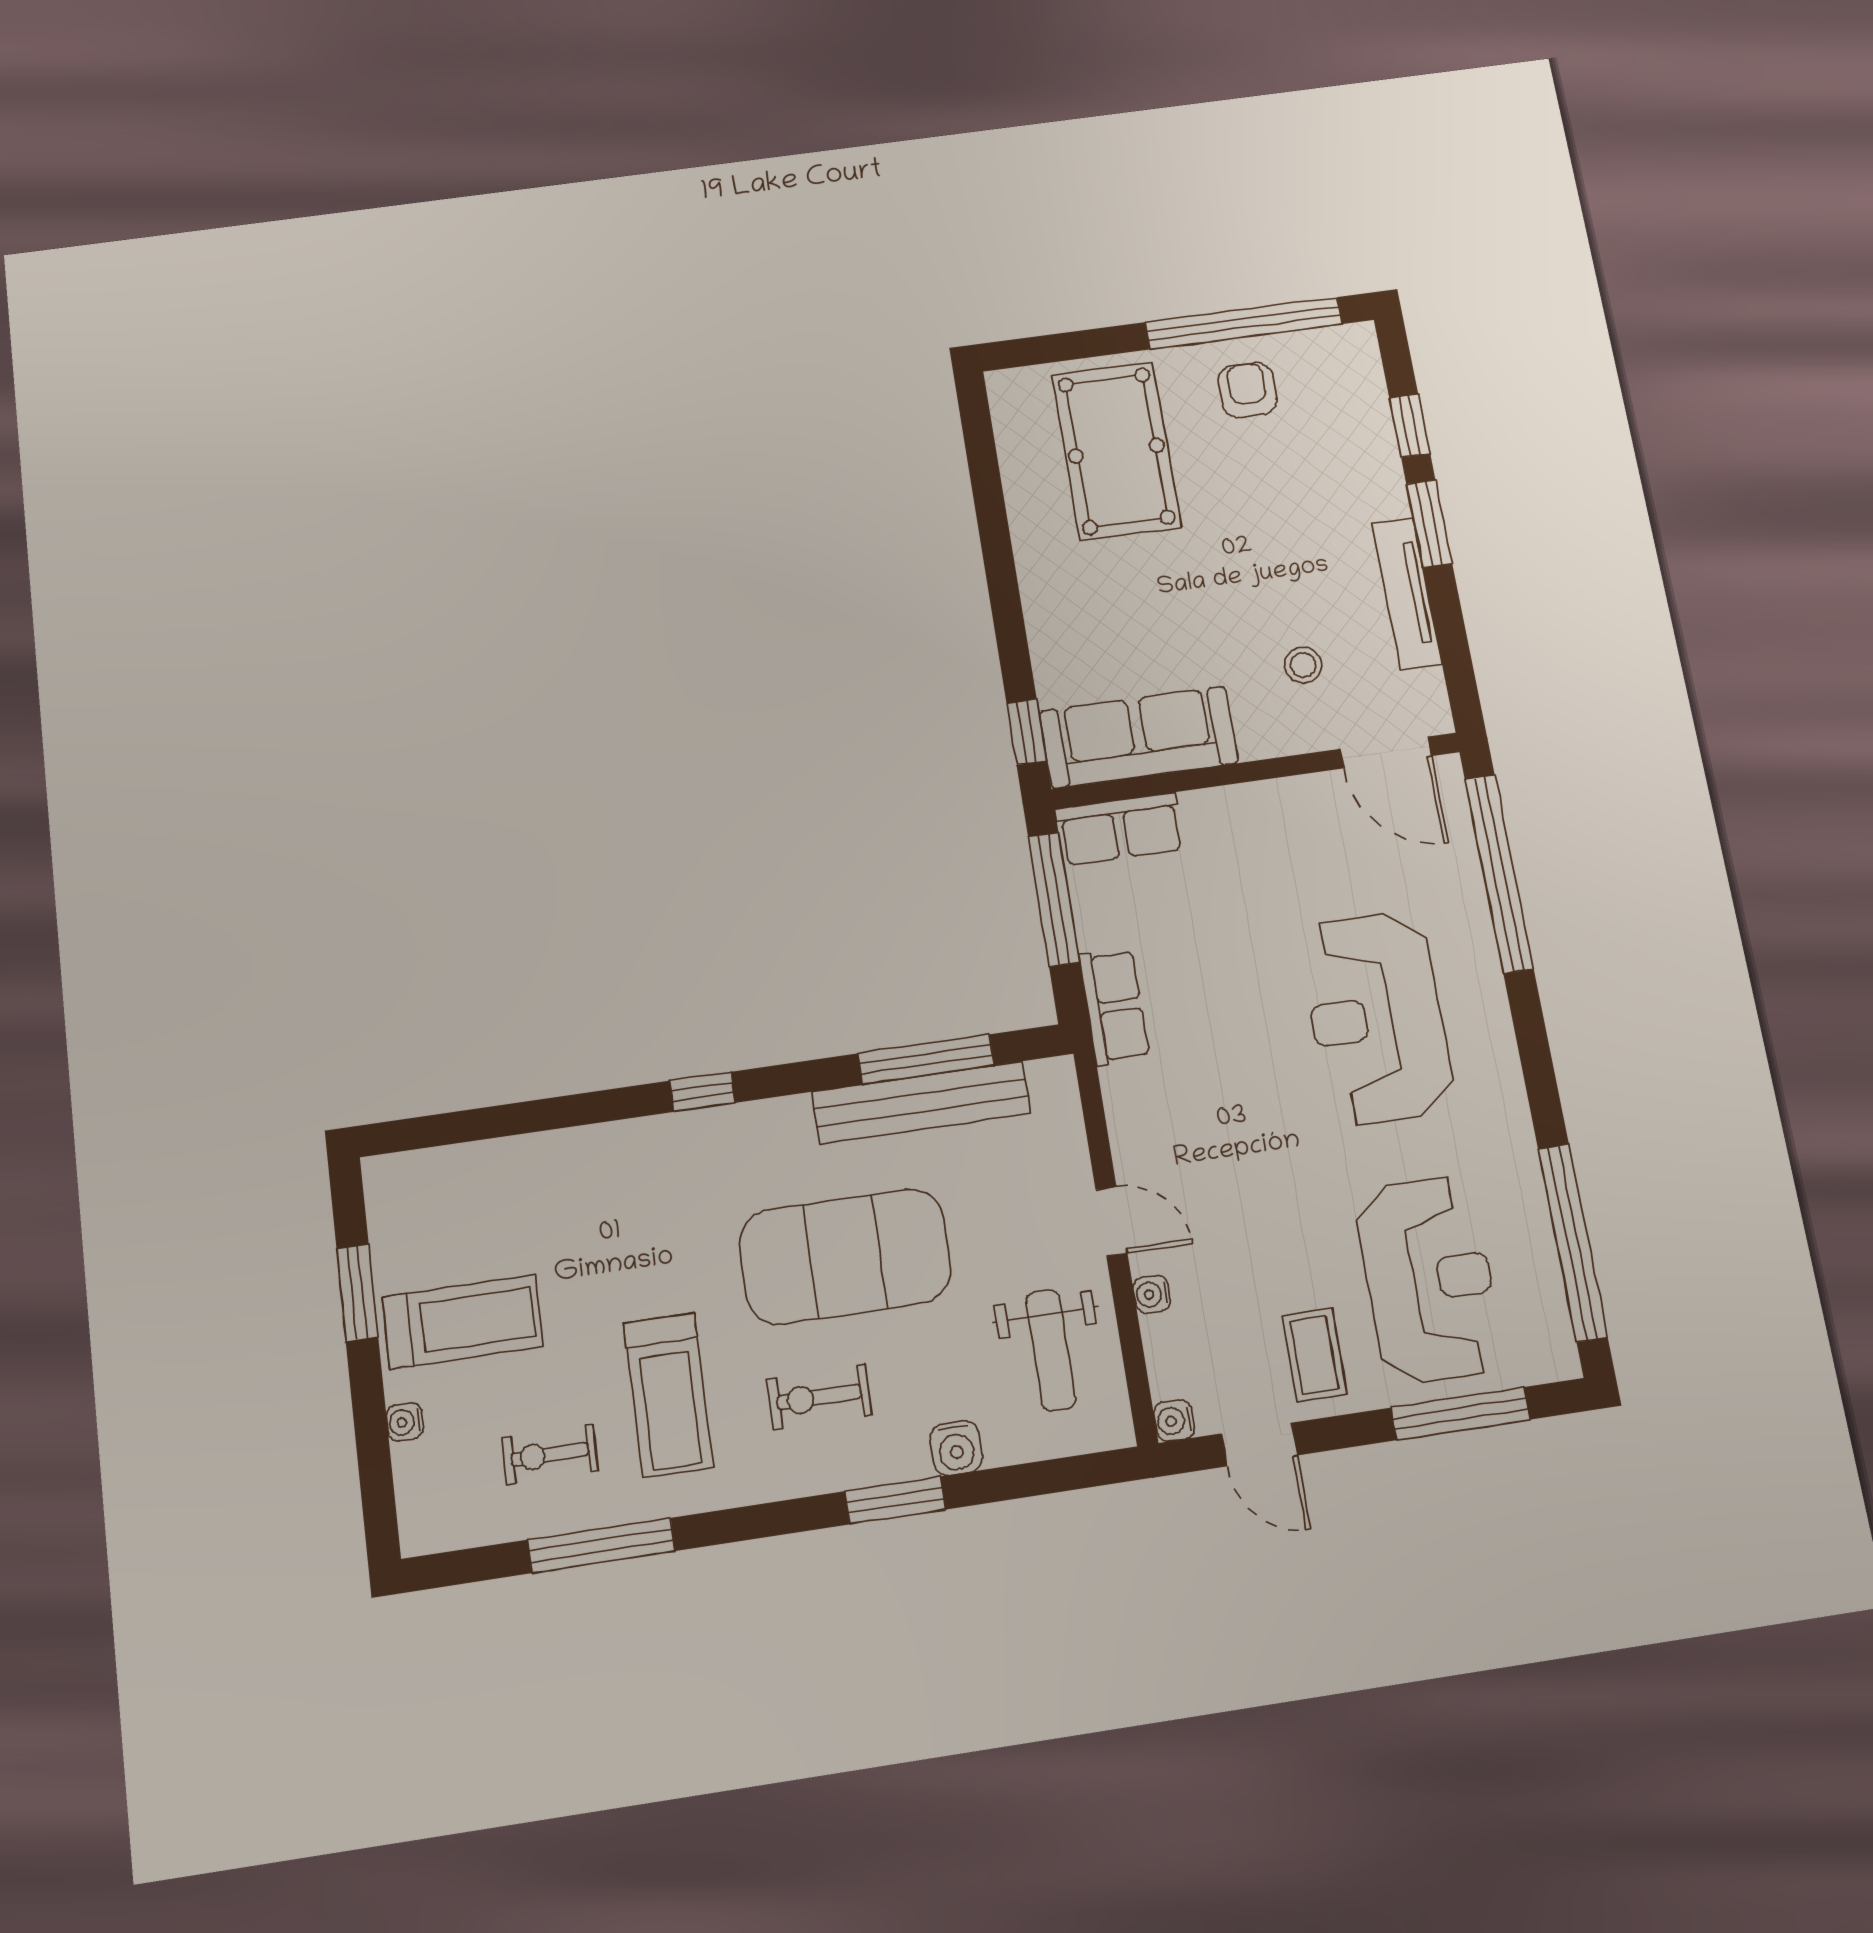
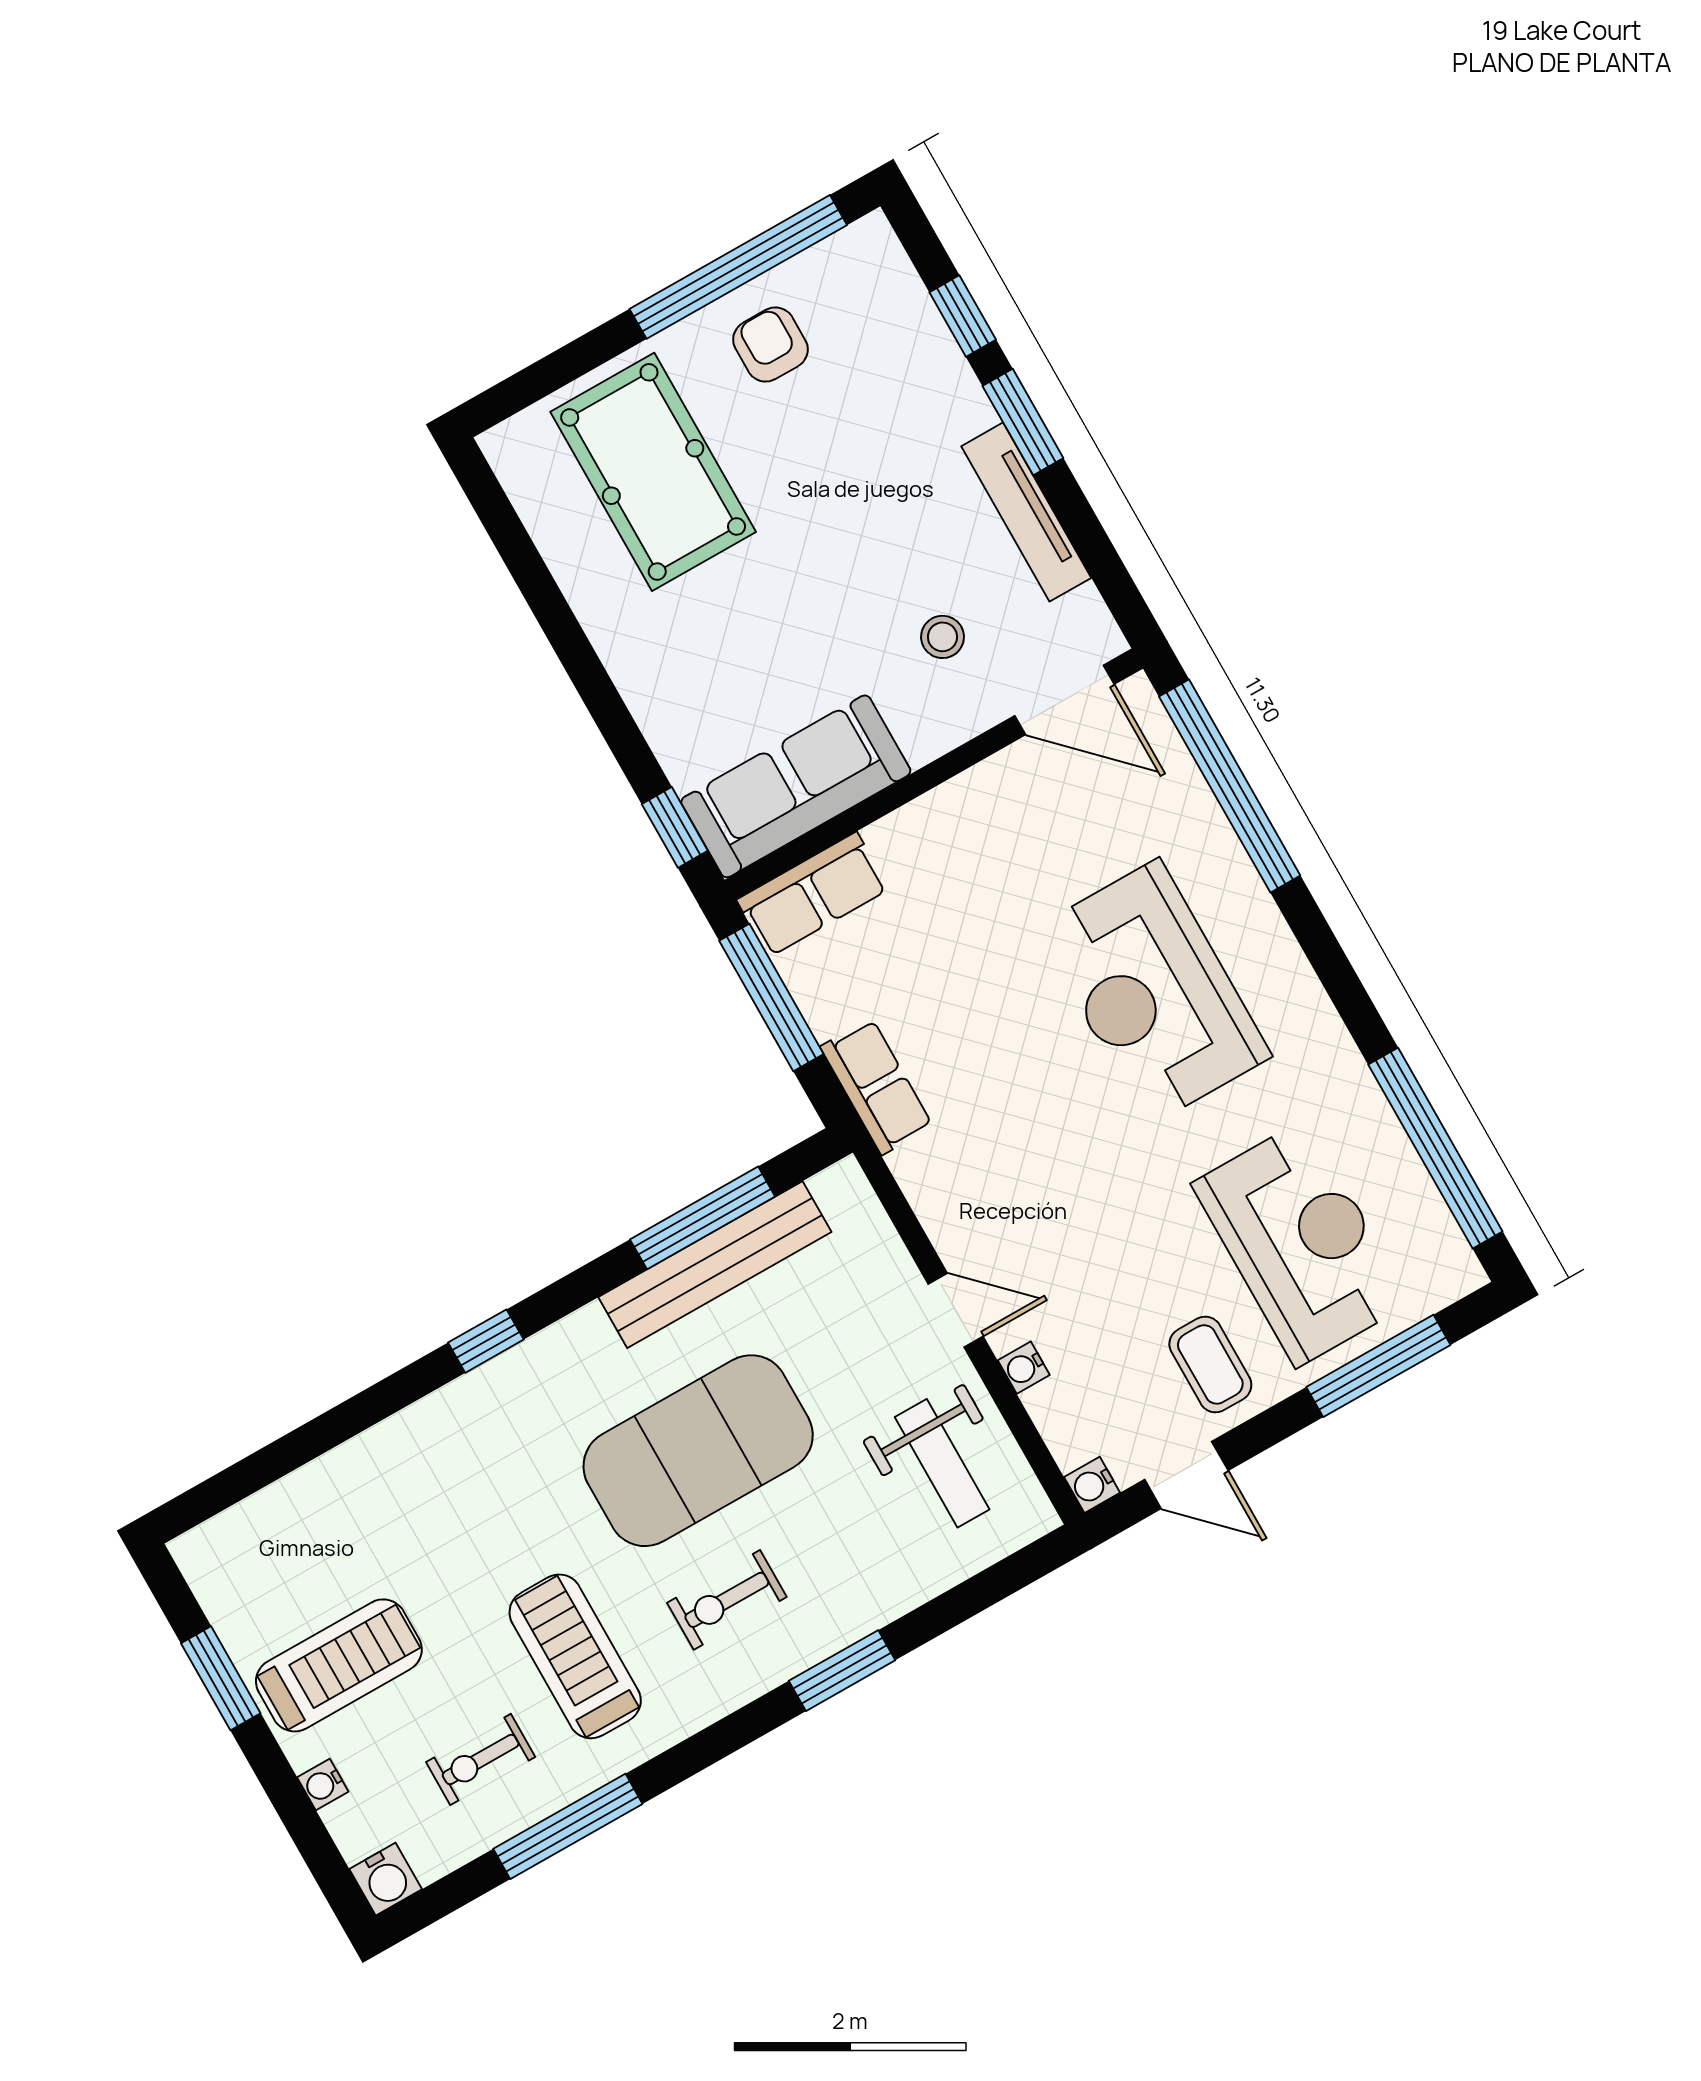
treadmill: (669, 1395) -> (575, 1656), turned 180
water cooler: (956, 1448) -> (386, 1879), moved

